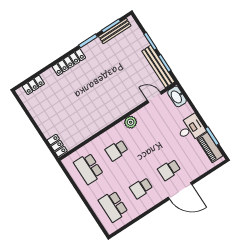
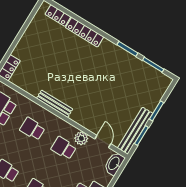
bench: (115, 31) -> (55, 104), moved
locker: (69, 62) -> (85, 32), moved
plant: (131, 122) -> (81, 138), moved
school desk: (145, 132) -> (64, 148), added

